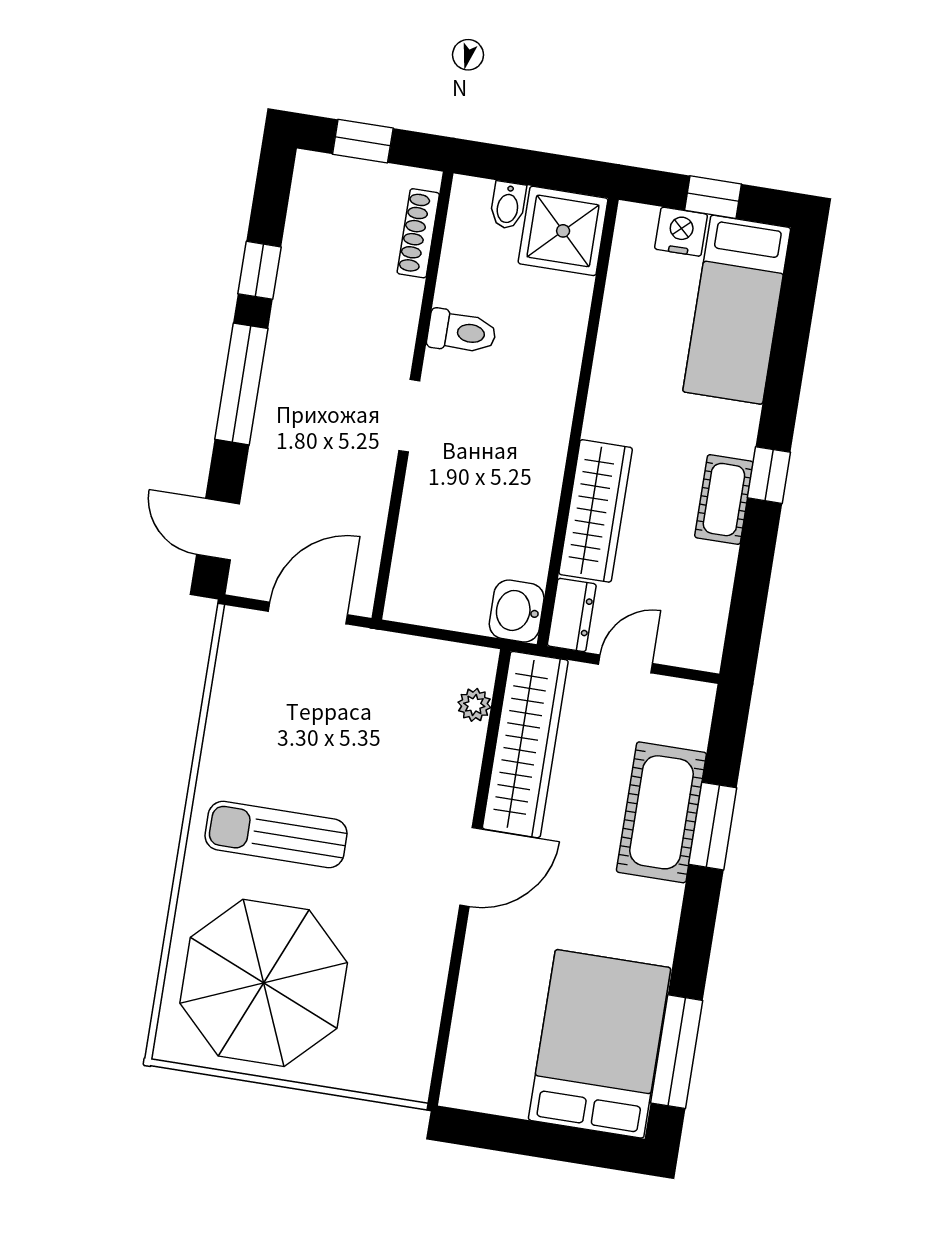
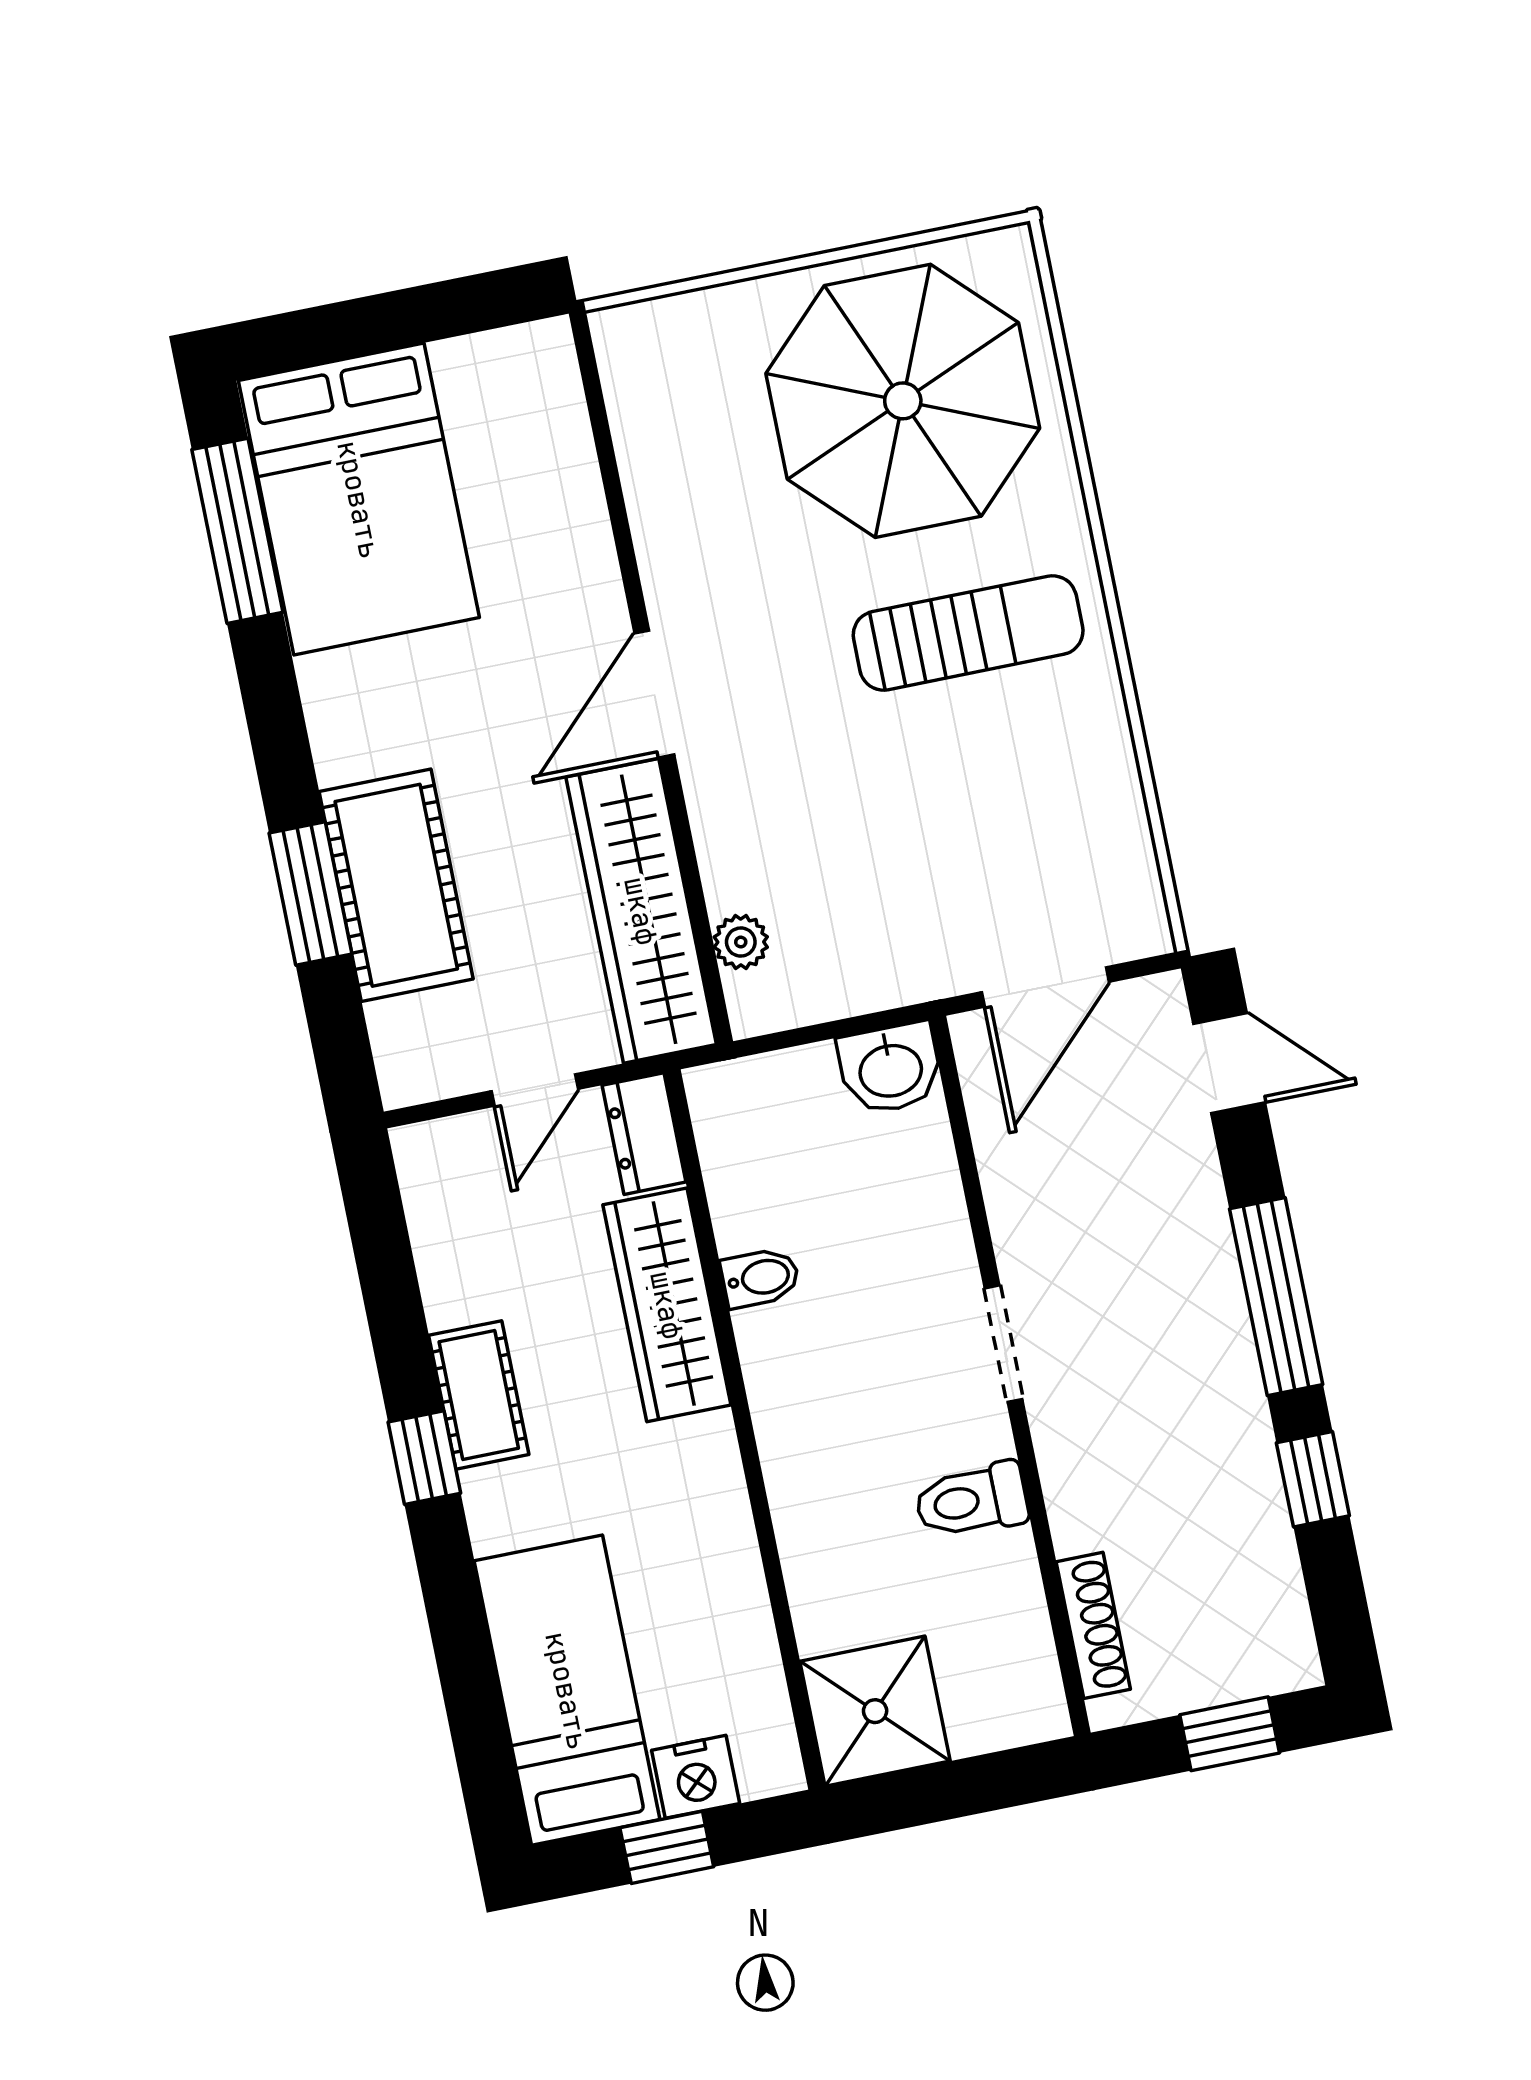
bidet: (508, 205) -> (760, 1278), moved, turned 90
washbasin: (517, 611) -> (890, 1068), moved, turned 90

